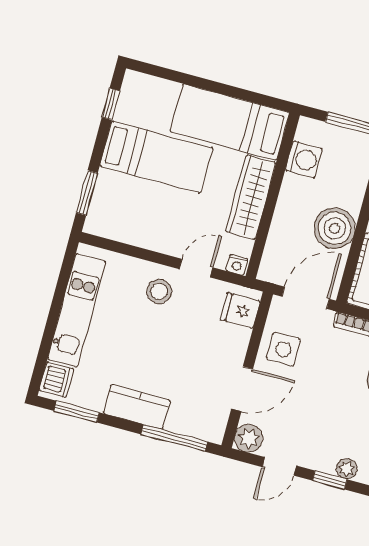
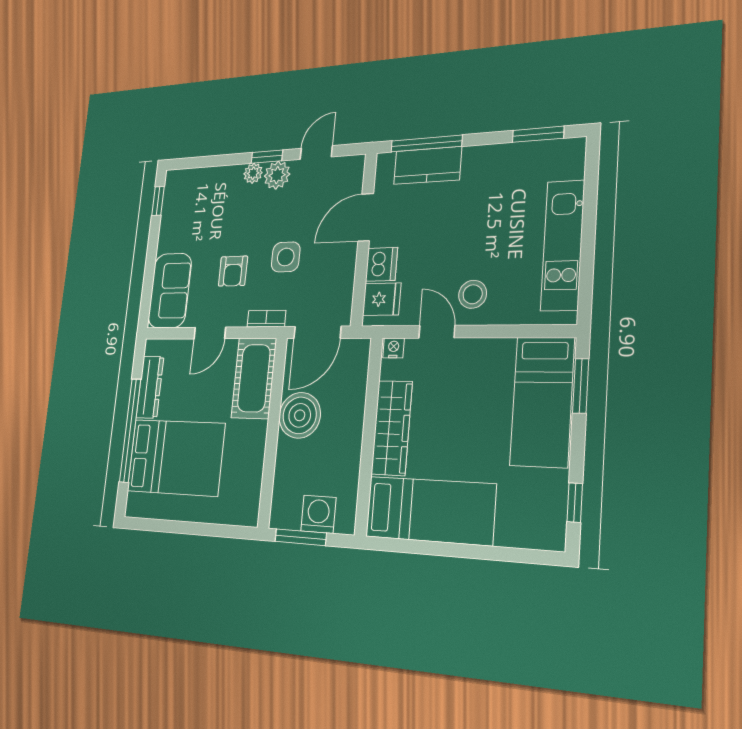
bed: (156, 157) -> (542, 402), moved, turned -90
washing machine: (304, 159) -> (318, 514), moved, turned 90
door: (196, 268) -> (437, 332), swing flipped
side table: (283, 349) -> (286, 257), moved
dishwasher: (57, 380) -> (382, 264), moved, turned 180
kitchen counter: (137, 407) -> (427, 166), moved
plant: (249, 438) -> (277, 175), moved

